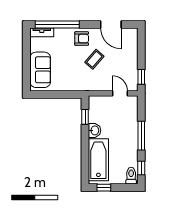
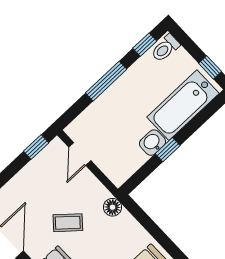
floor lamp: (83, 86) -> (113, 207), added
window: (85, 117) -> (168, 150), moved

